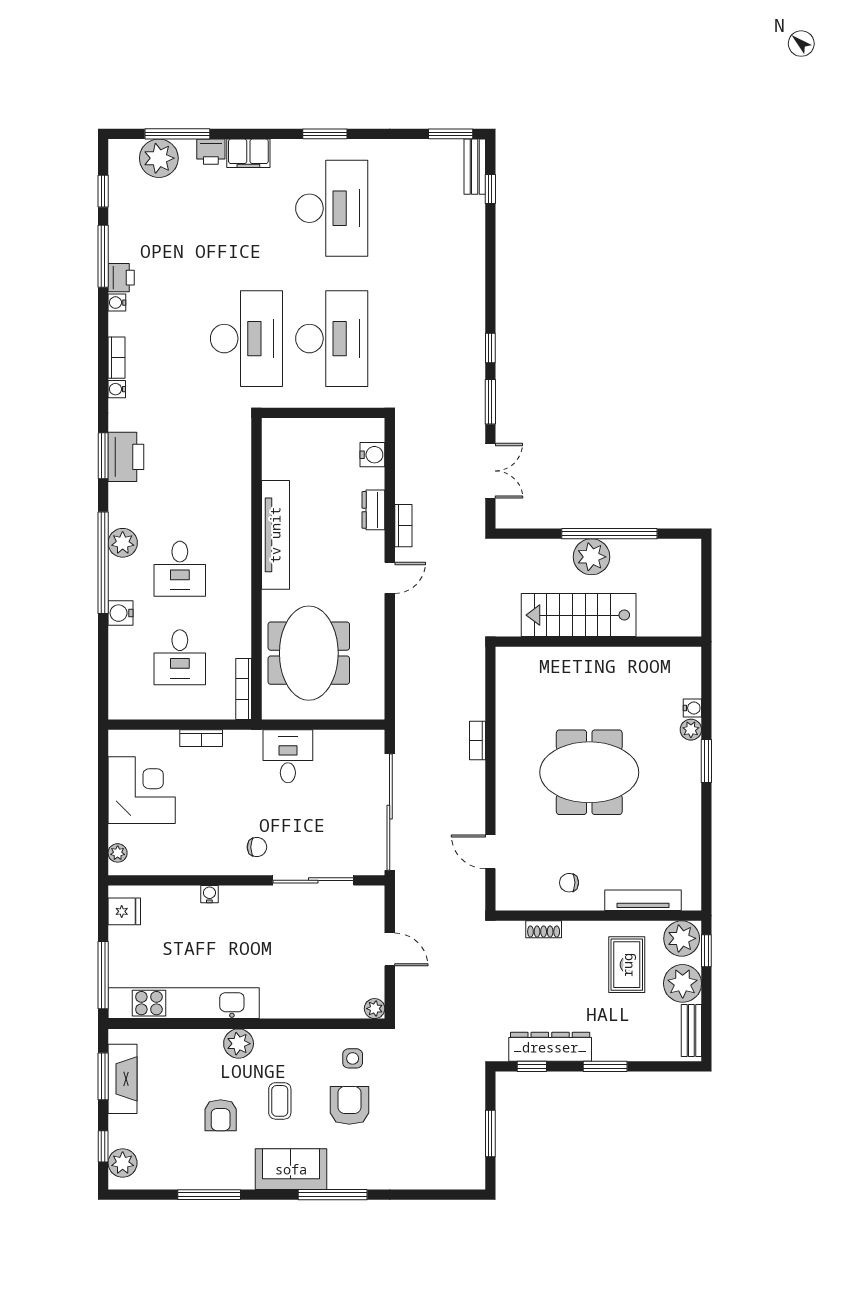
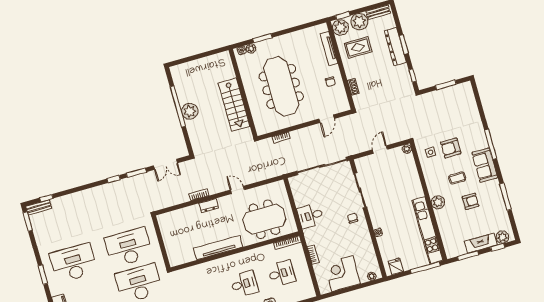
water cooler: (372, 455) -> (173, 216), removed
double door: (490, 471) -> (166, 164), swing flipped
dresser: (373, 510) -> (209, 206), moved
door: (390, 578) -> (237, 190), moved
stairs: (579, 615) -> (234, 105), moved
wall: (598, 642) -> (243, 93), moved
meeting table: (589, 772) -> (281, 86), width x1.36
dresser: (550, 1047) -> (395, 47), moved
fireplace: (123, 1079) -> (481, 243), moved

